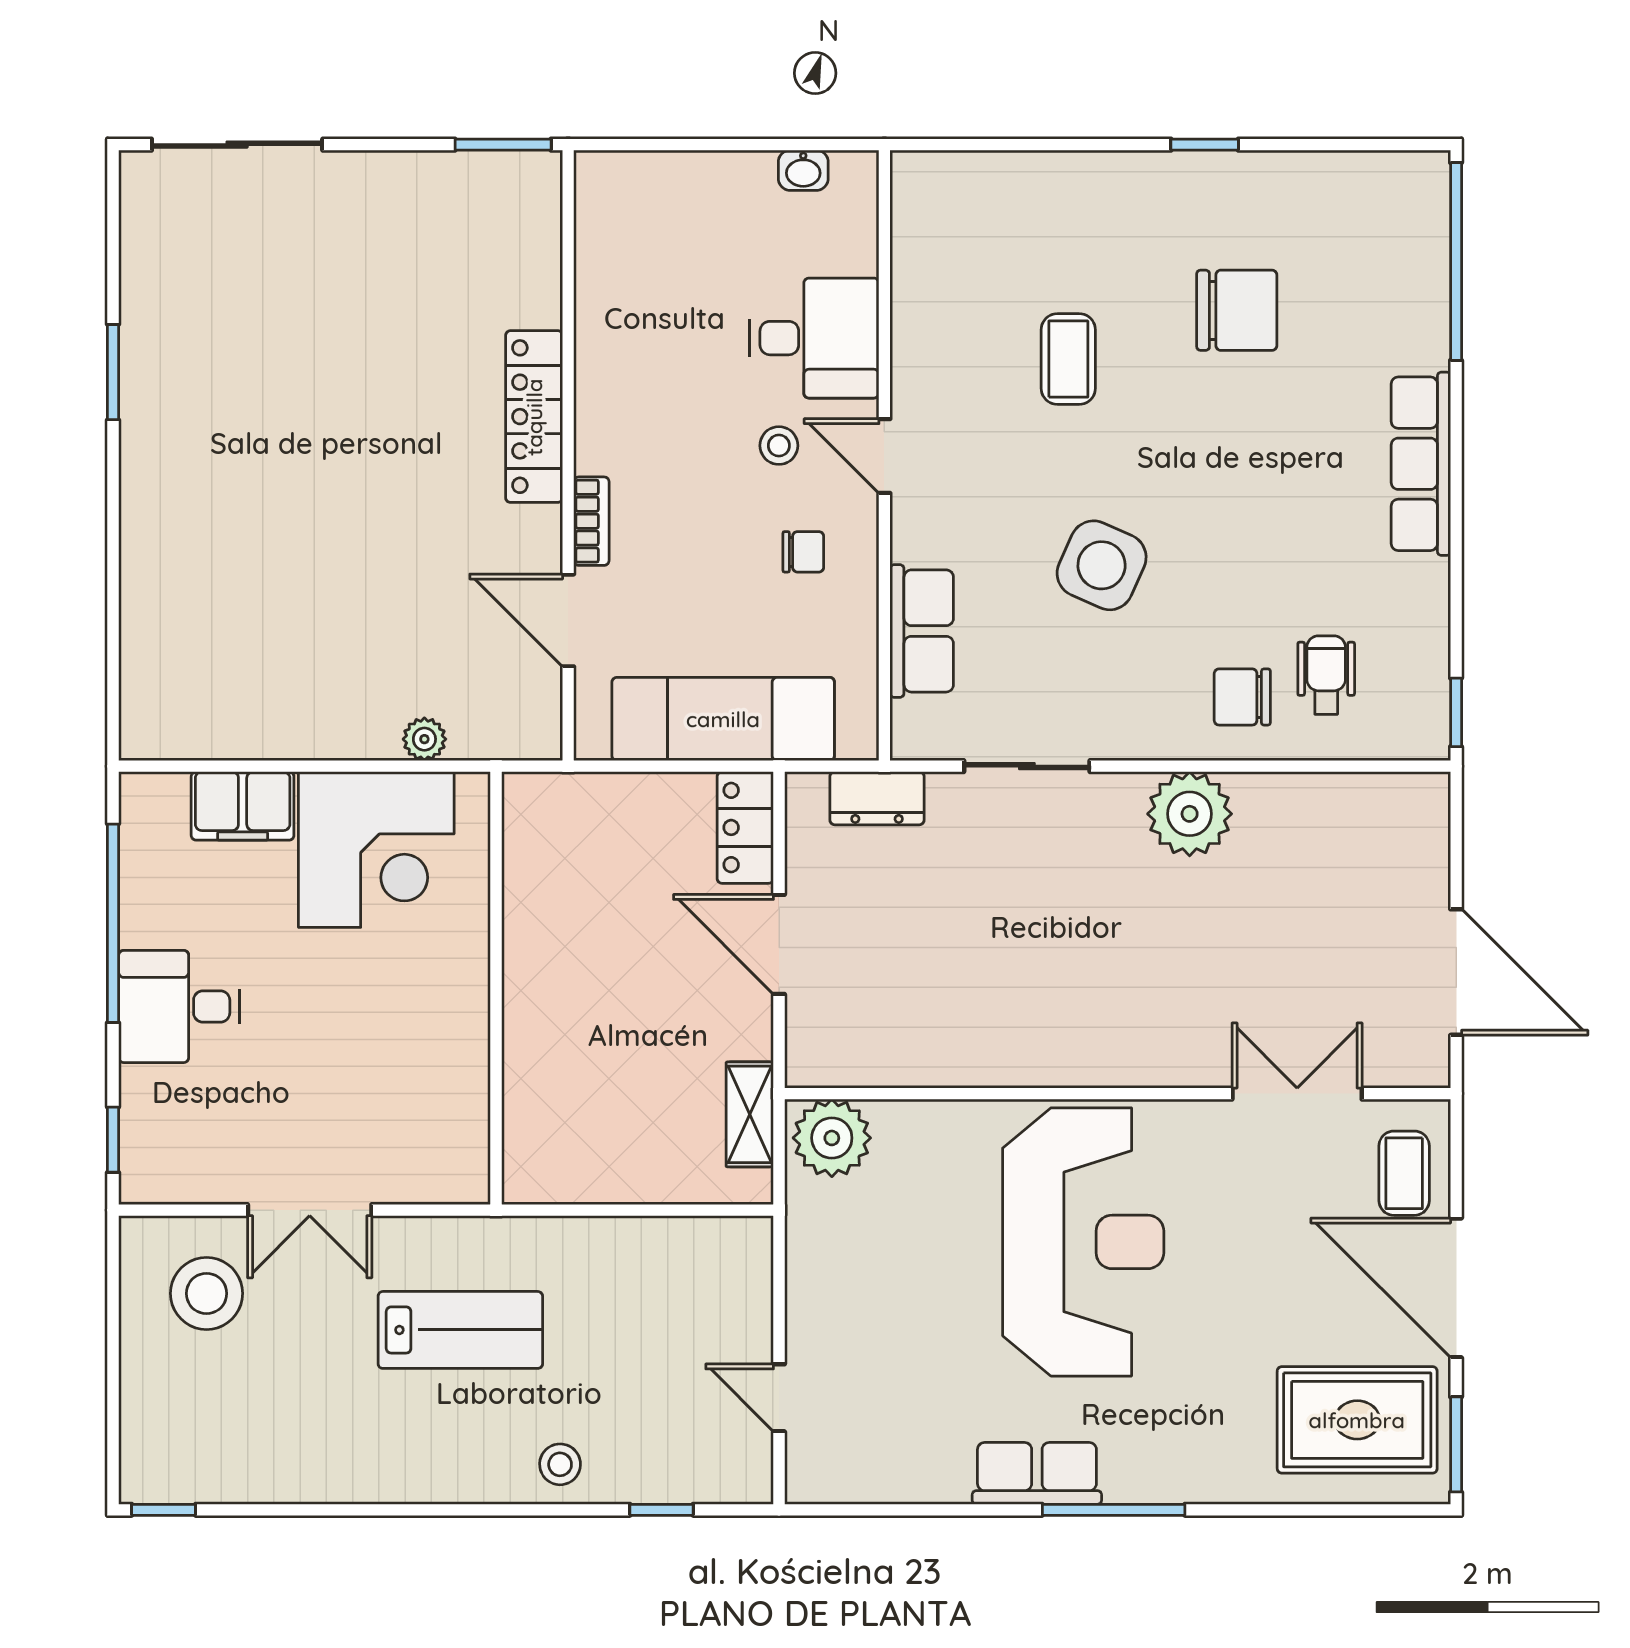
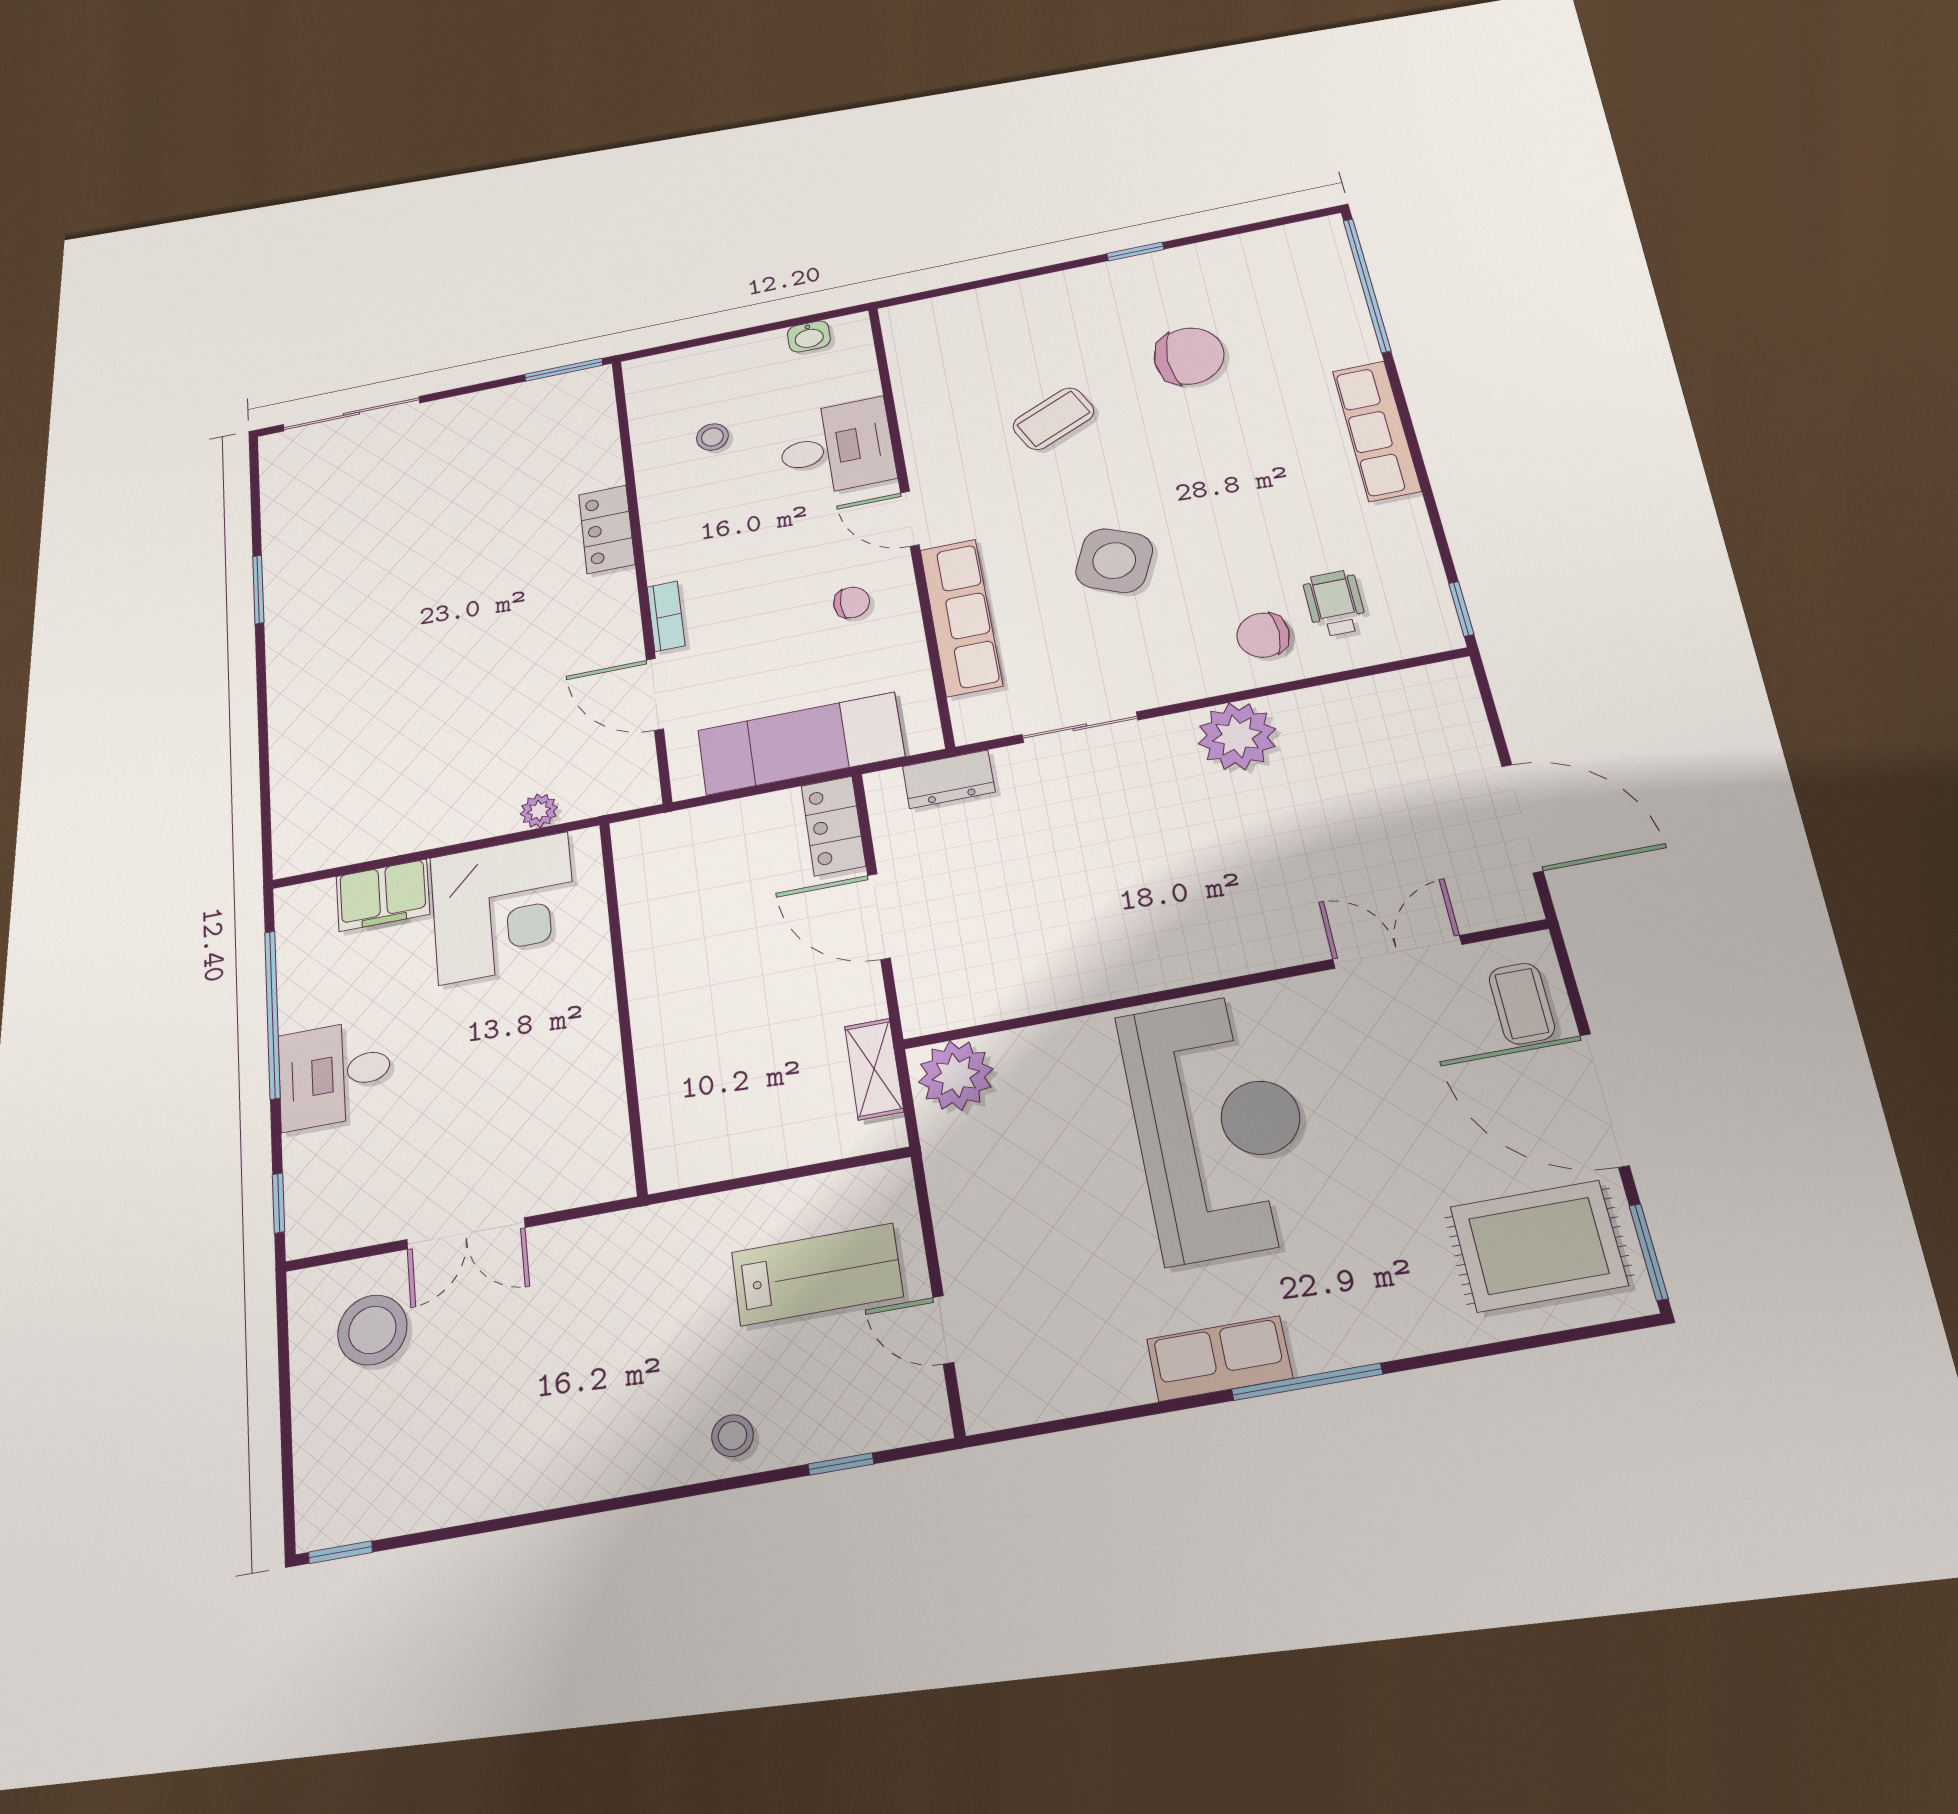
coffee table: (1068, 359) -> (1053, 419), turned 65
locker: (534, 417) -> (607, 529), width x0.66
stool: (779, 446) -> (712, 437), moved
row of seats: (922, 631) -> (961, 617), width x1.48
lab bench: (460, 1330) -> (817, 1274), moved

